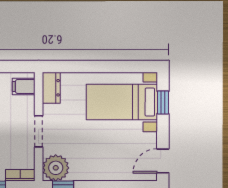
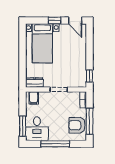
window: (163, 102) -> (55, 20), moved
plant: (56, 168) -> (79, 80), removed

